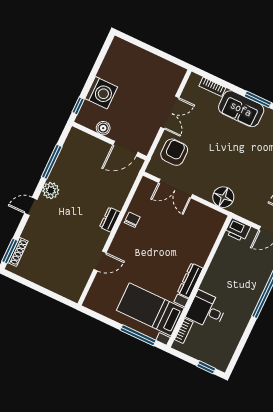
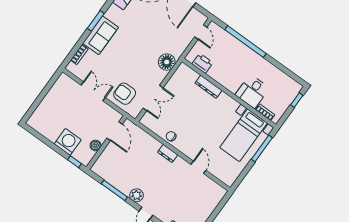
printer: (238, 230) -> (202, 63), moved, turned -90
dresser: (190, 280) -> (208, 87), moved

